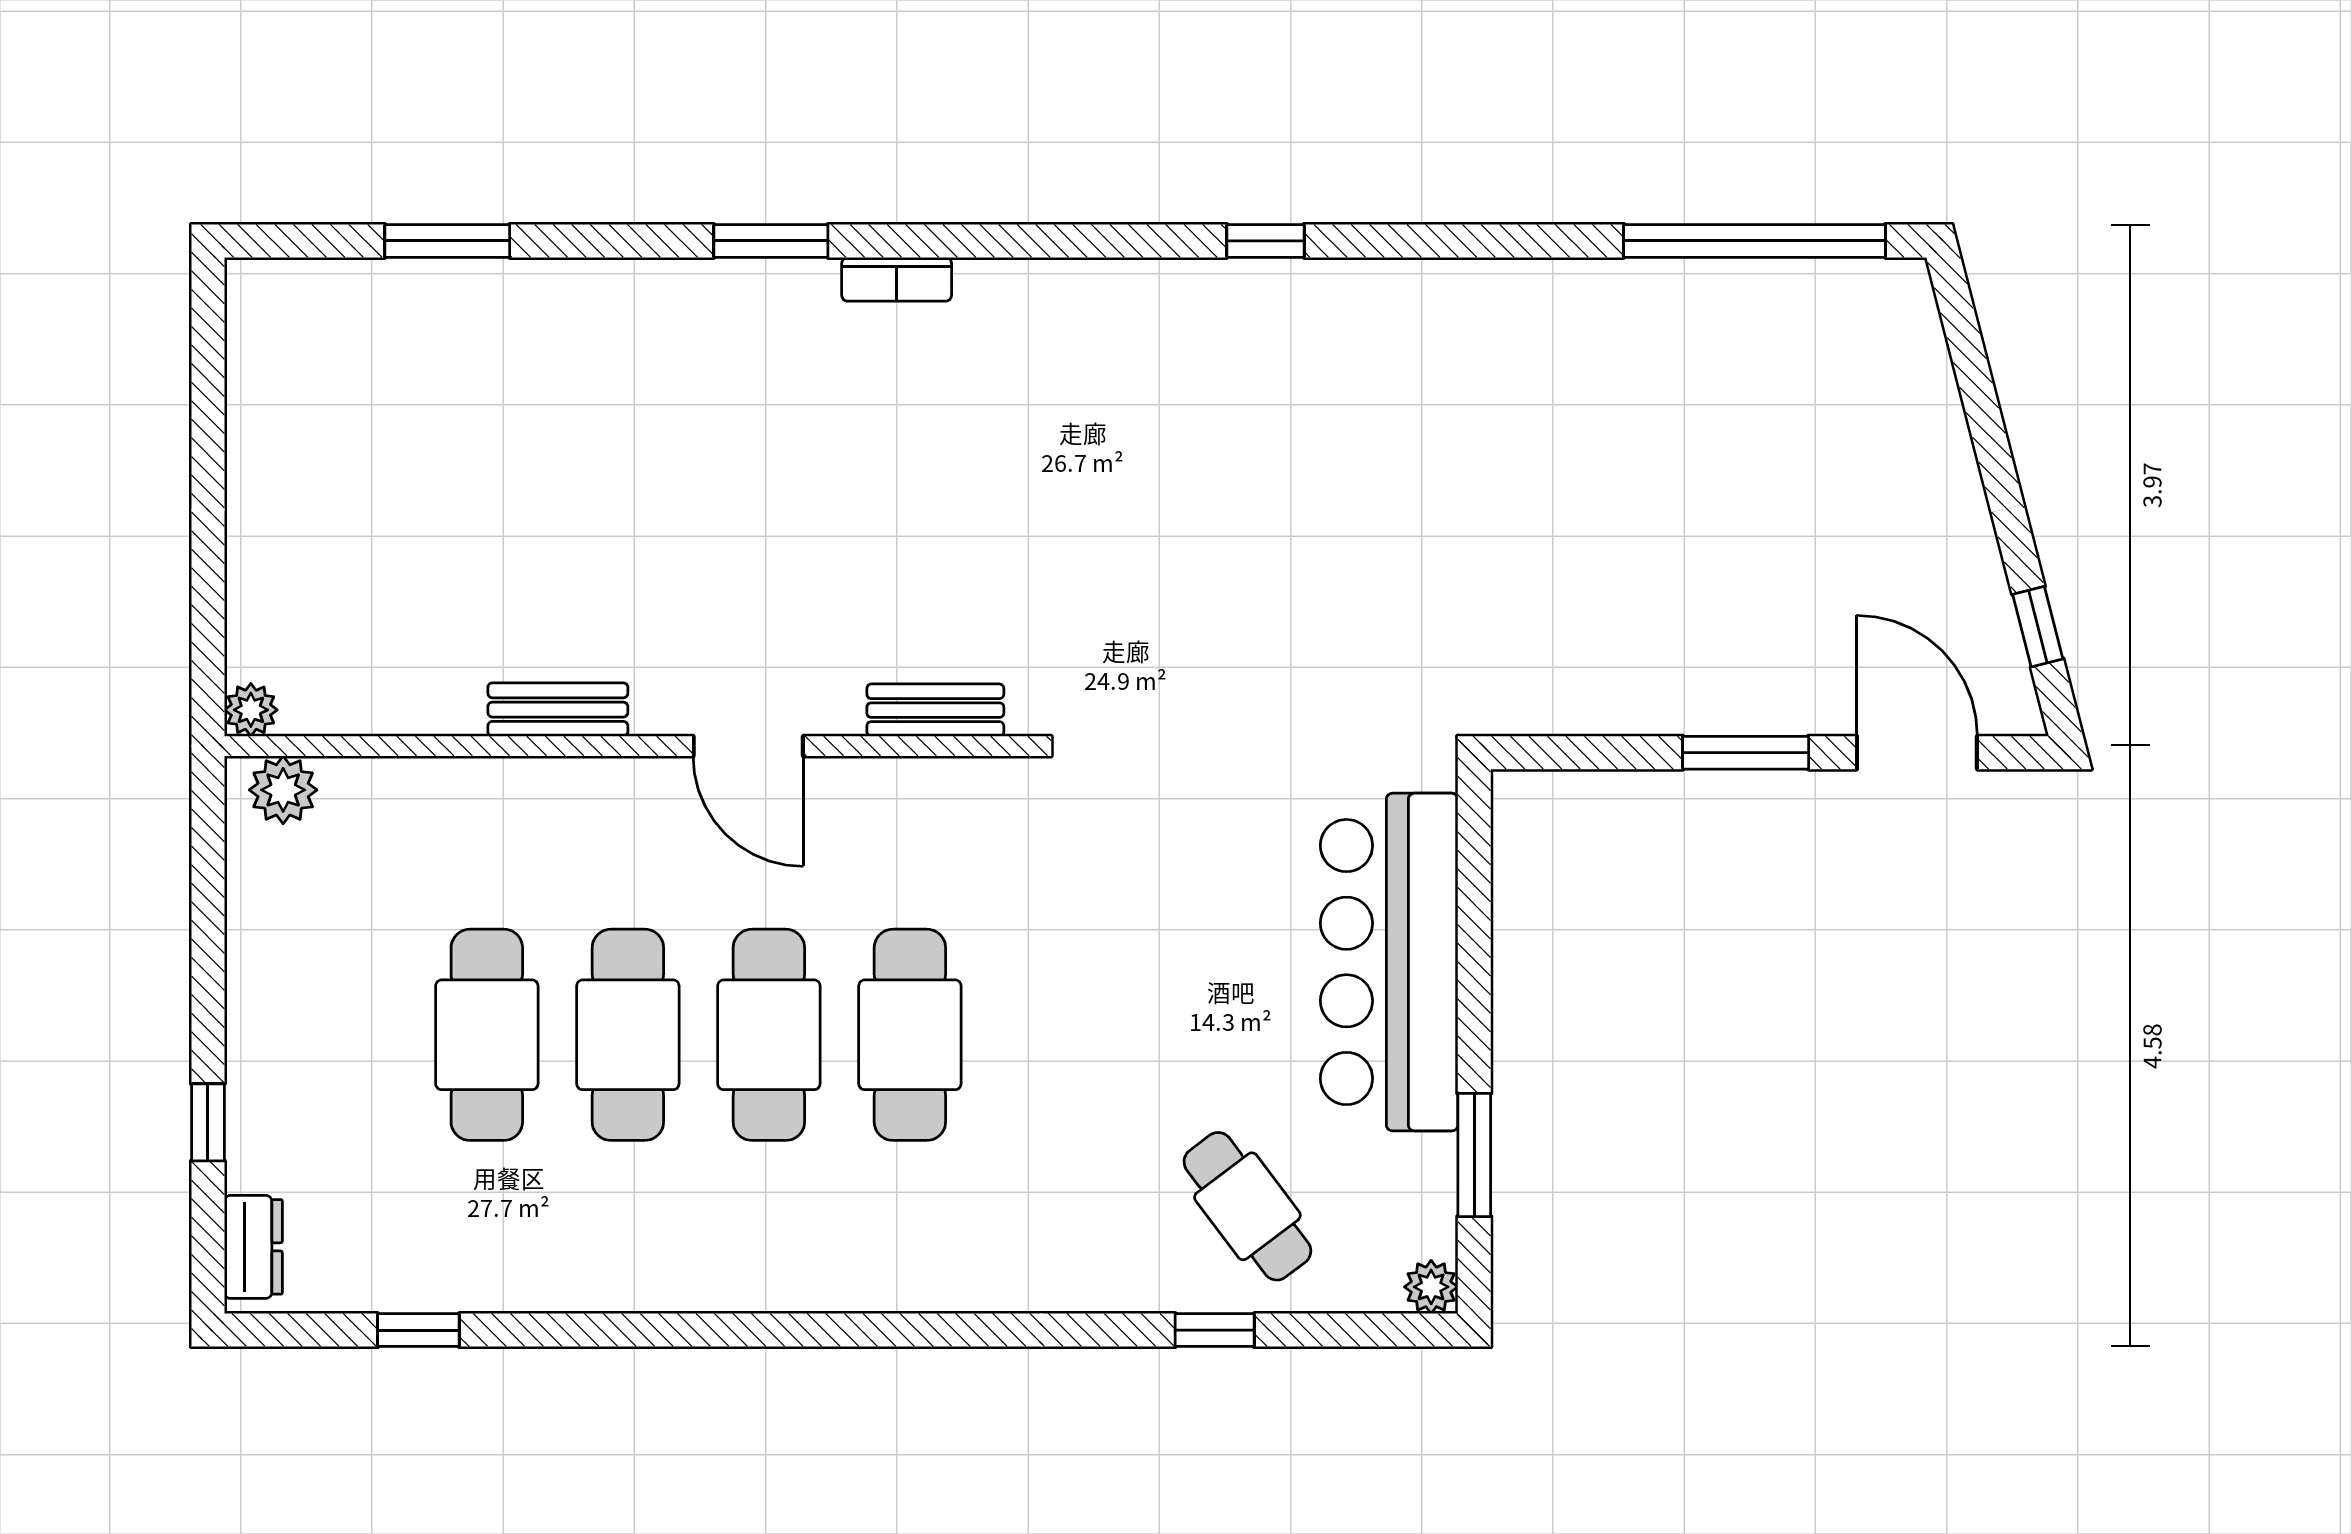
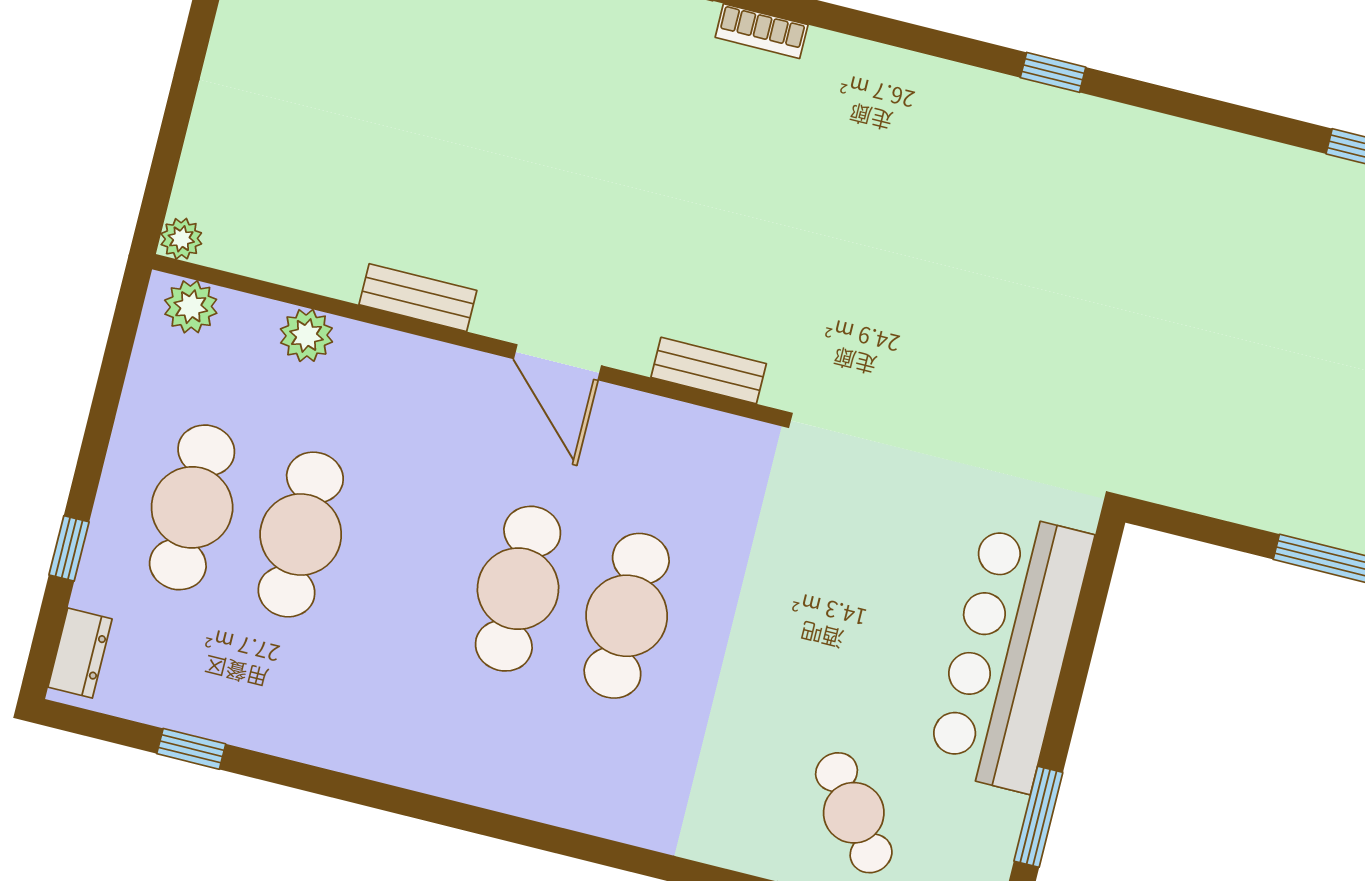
plant: (433, 790) -> (306, 335), added
cafe table: (628, 1035) -> (192, 507), moved

